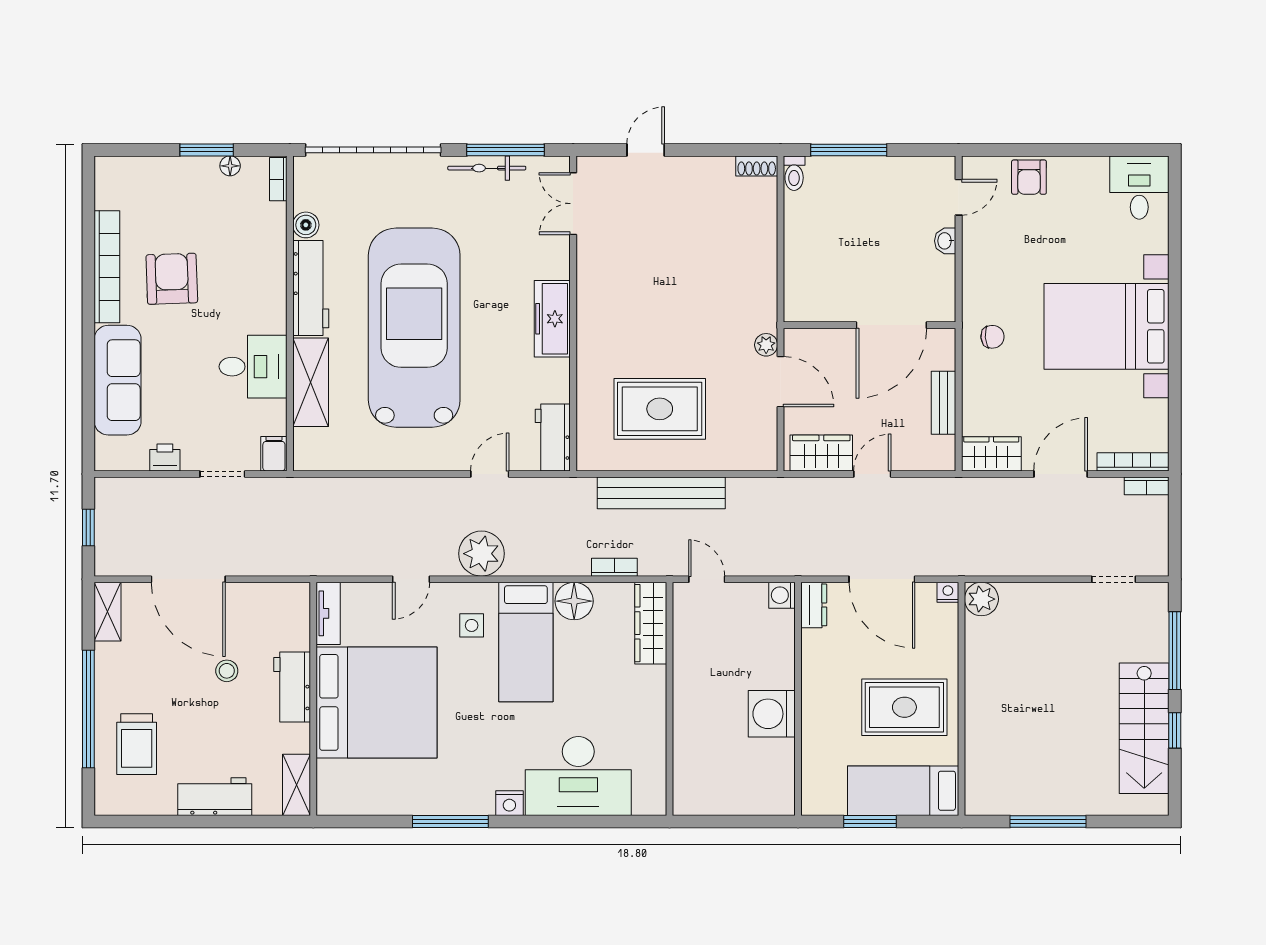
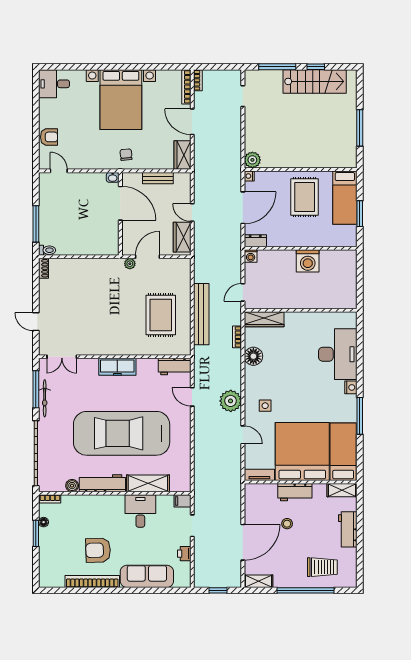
washbasin: (945, 241) -> (113, 177), moved
bed: (526, 642) -> (343, 452), moved, turned -90

